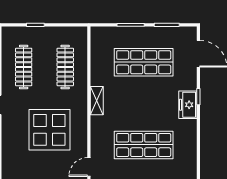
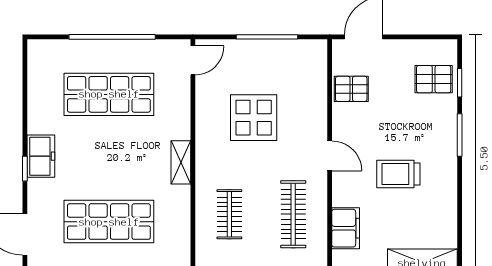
clothes rail: (65, 67) -> (229, 214), width x0.73
display table: (49, 130) -> (254, 118), width x0.73, depth x0.73

